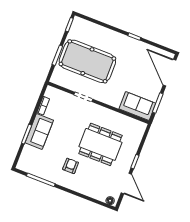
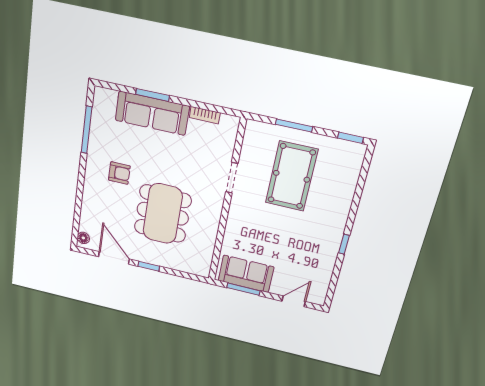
pool table: (87, 61) -> (292, 176), width x0.73, depth x0.76
door: (170, 73) -> (294, 301), width x0.53
sofa: (137, 106) -> (246, 274), moved, turned -90
sofa: (39, 131) -> (152, 113), width x1.36
door: (126, 184) -> (114, 258), swing flipped

